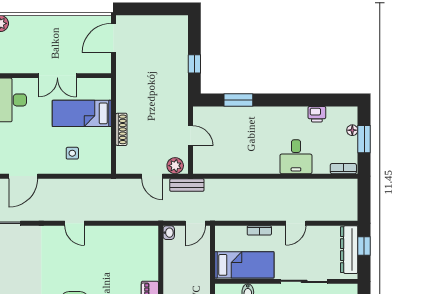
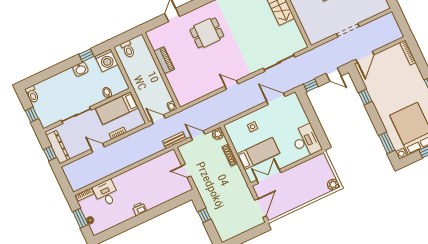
double door: (57, 76) -> (269, 176), moved
window: (238, 100) -> (167, 206), removed
printer: (317, 114) -> (139, 209), moved
desk: (296, 157) -> (106, 193), moved
plant: (175, 166) -> (218, 134), moved
door: (23, 176) -> (276, 99), hinge flipped
door: (195, 223) -> (158, 119), hinge flipped
door: (296, 223) -> (98, 148), hinge flipped

